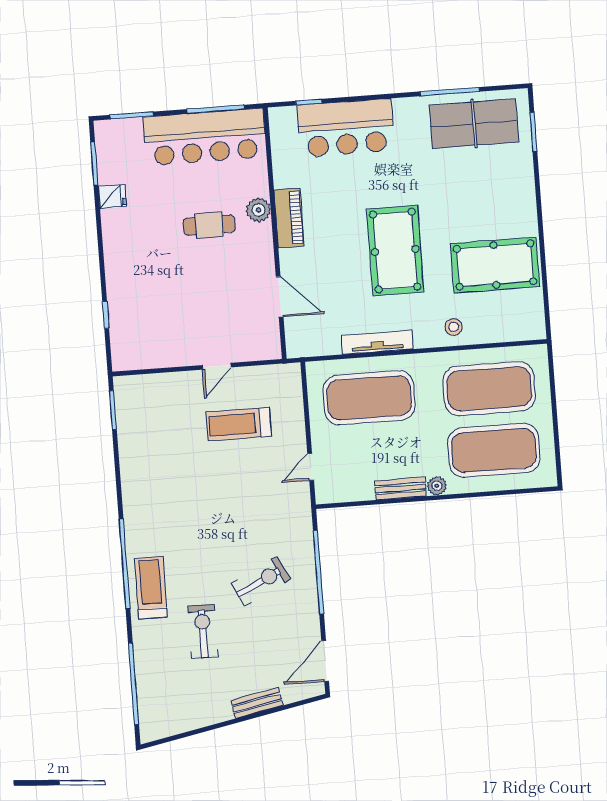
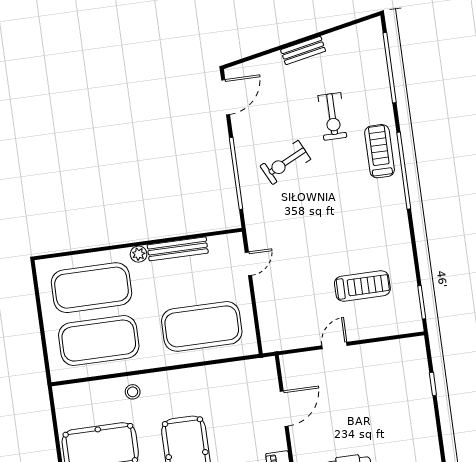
door: (280, 297) -> (284, 409), swing flipped
tv unit: (377, 342) -> (198, 375), removed
treadmill: (239, 424) -> (362, 286), moved
bench: (401, 488) -> (178, 249), width x1.36
treadmill: (151, 588) -> (380, 151), turned 180
bench: (257, 703) -> (303, 50), moved

